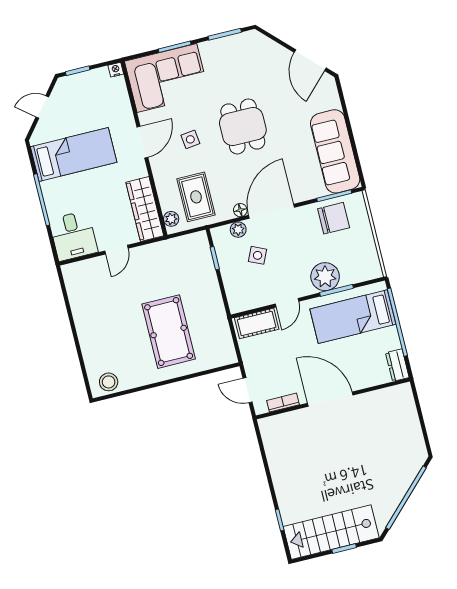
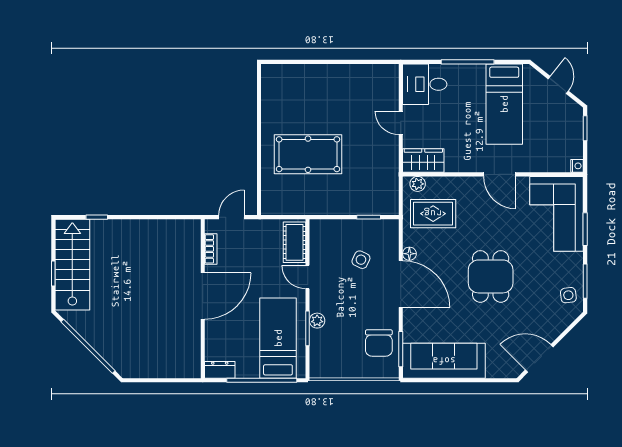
dining table: (243, 126) -> (491, 276), turned 90
side table: (190, 139) -> (568, 295), moved
wardrobe: (145, 209) -> (423, 161), width x0.67
plant: (238, 230) -> (391, 247), removed
plant: (325, 277) -> (317, 321), width x0.53, depth x0.53
stool: (109, 382) -> (273, 83), removed

